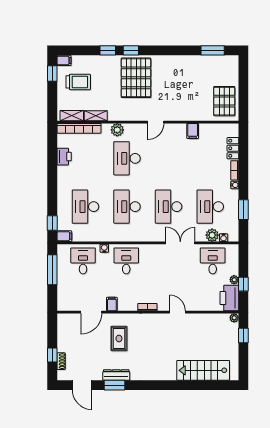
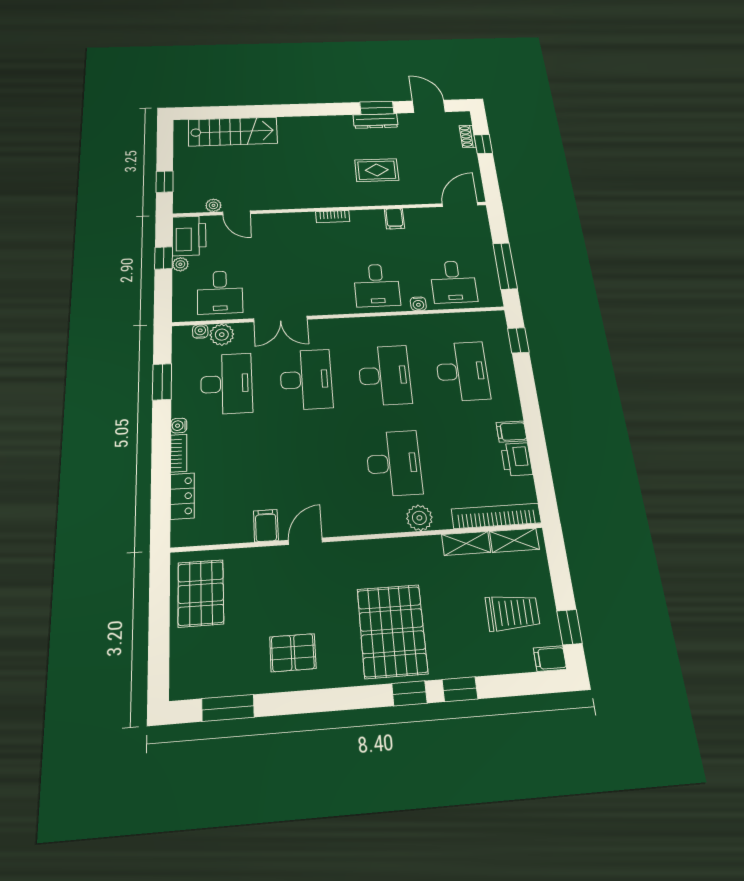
pallet: (183, 72) -> (293, 653), added
trolley: (78, 82) -> (513, 613), turned 180
door: (156, 122) -> (305, 541), moved
filing cabinet: (64, 236) -> (512, 432), moved
door: (91, 312) -> (460, 204), moved
door: (177, 312) -> (237, 213), moved
plant: (234, 318) -> (213, 205), moved
rug: (119, 339) -> (377, 170), turned 90

